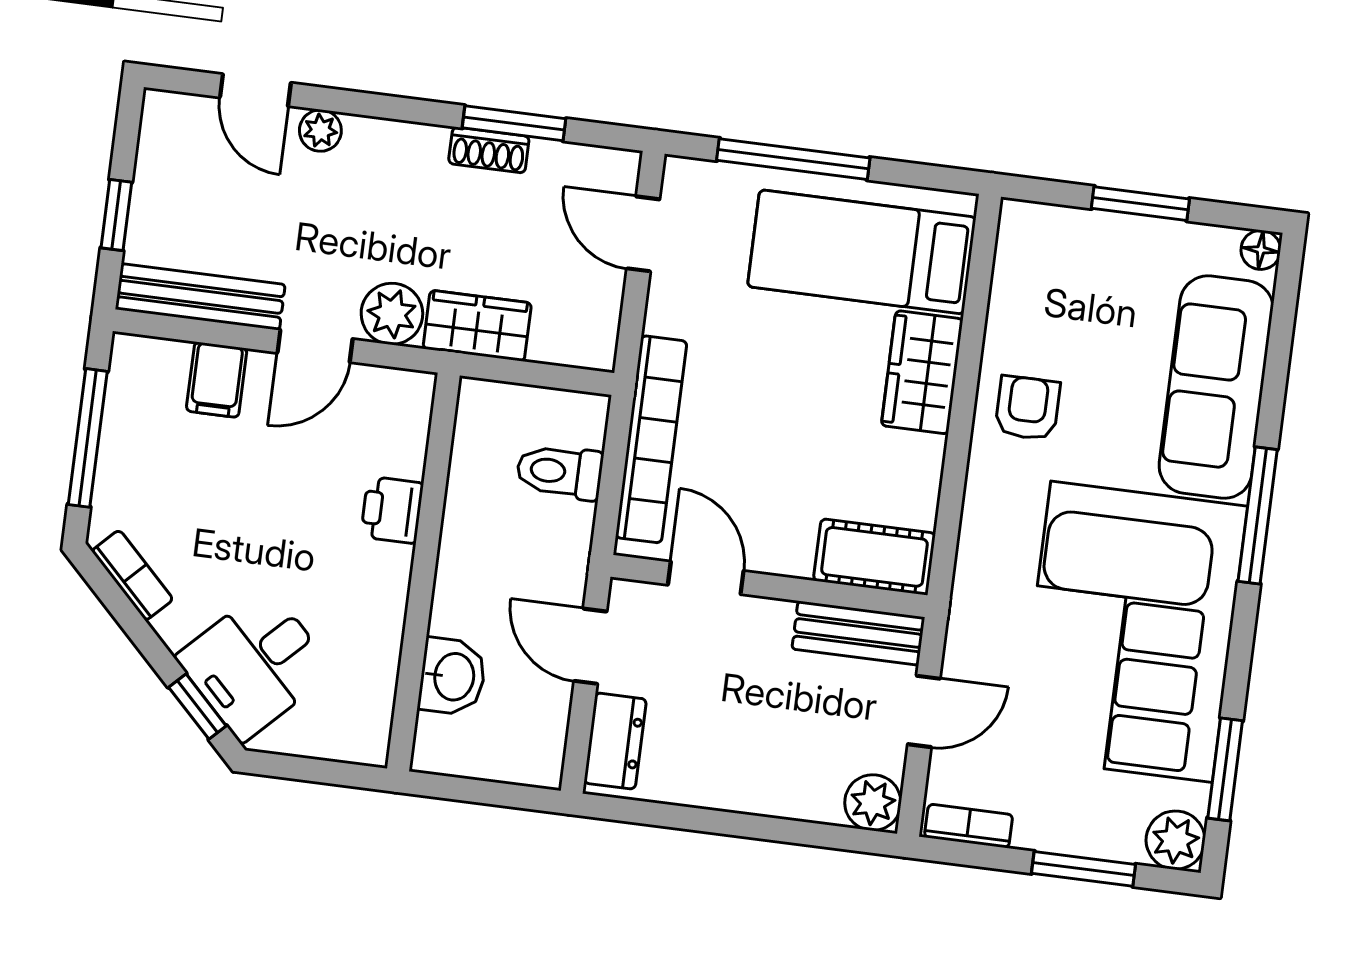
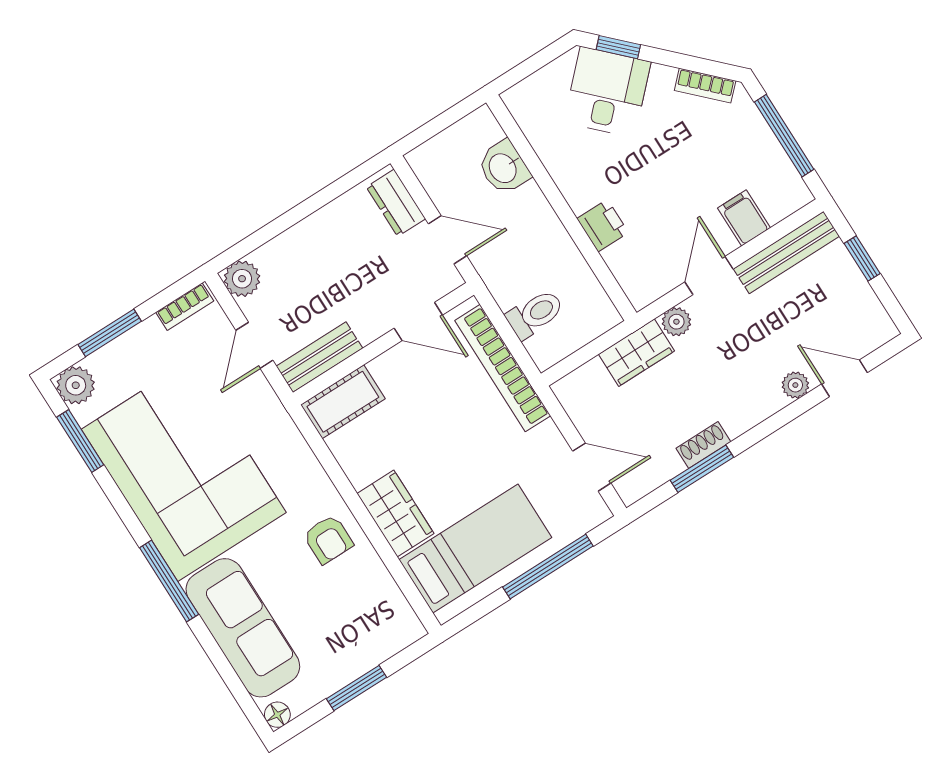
plant: (392, 314) -> (676, 322), width x0.73, depth x0.73

